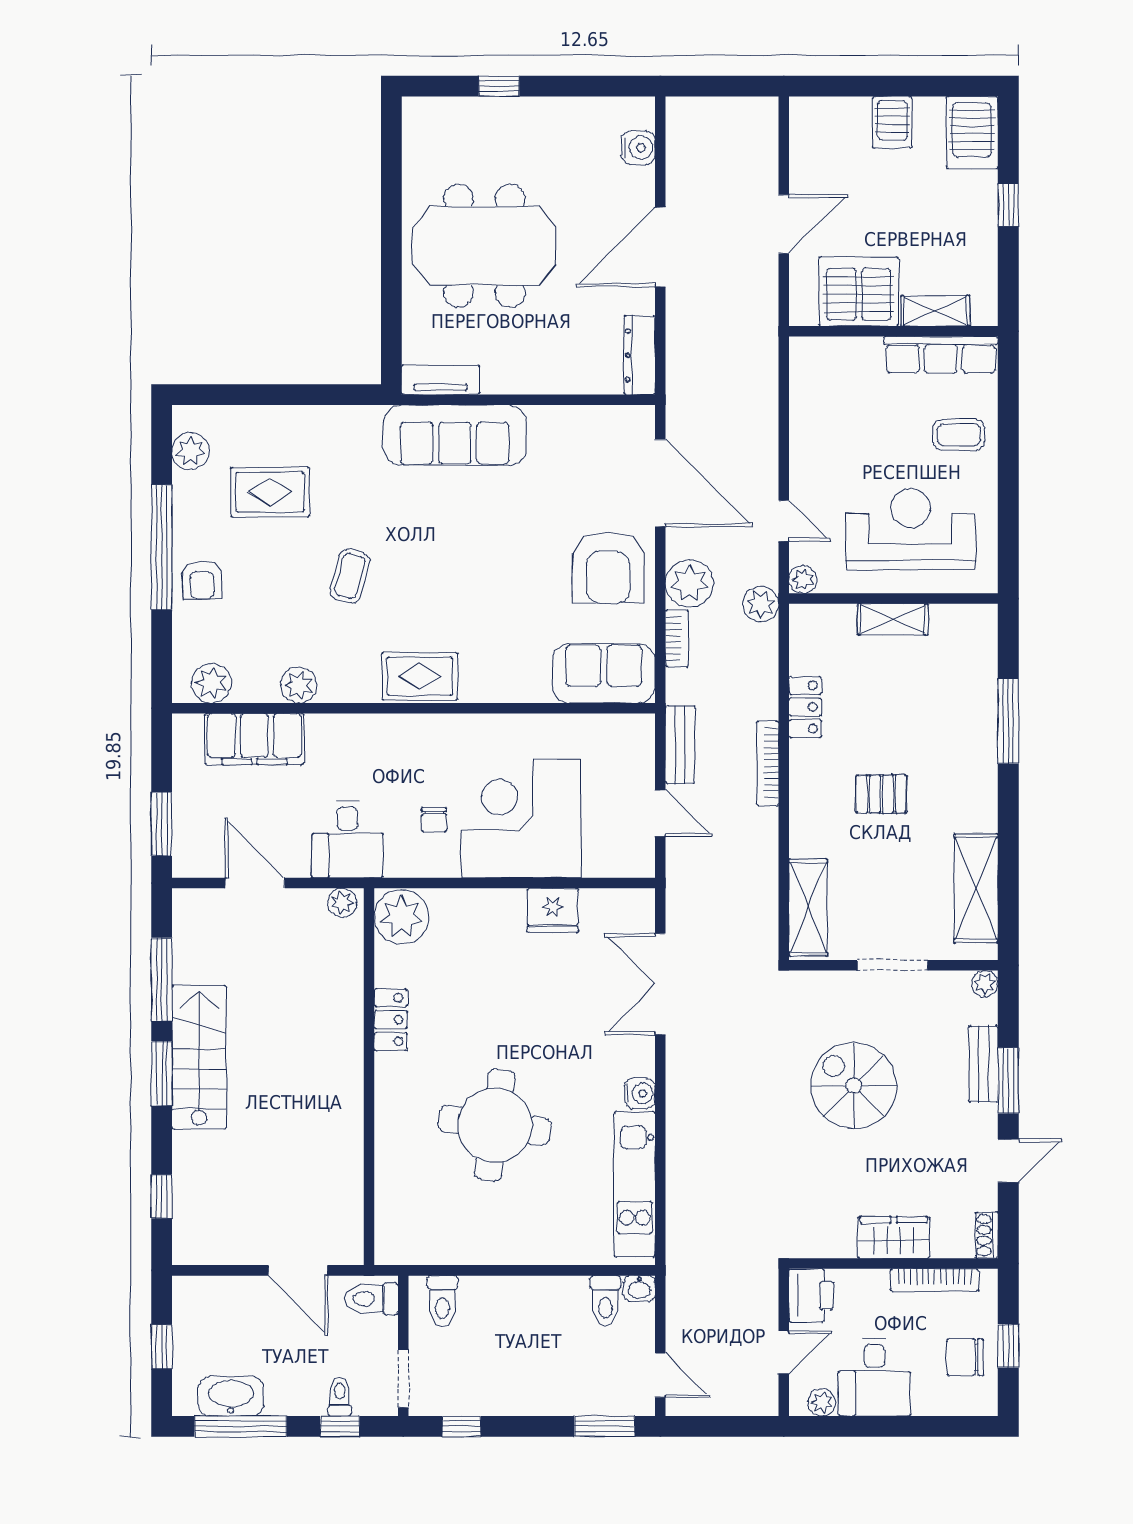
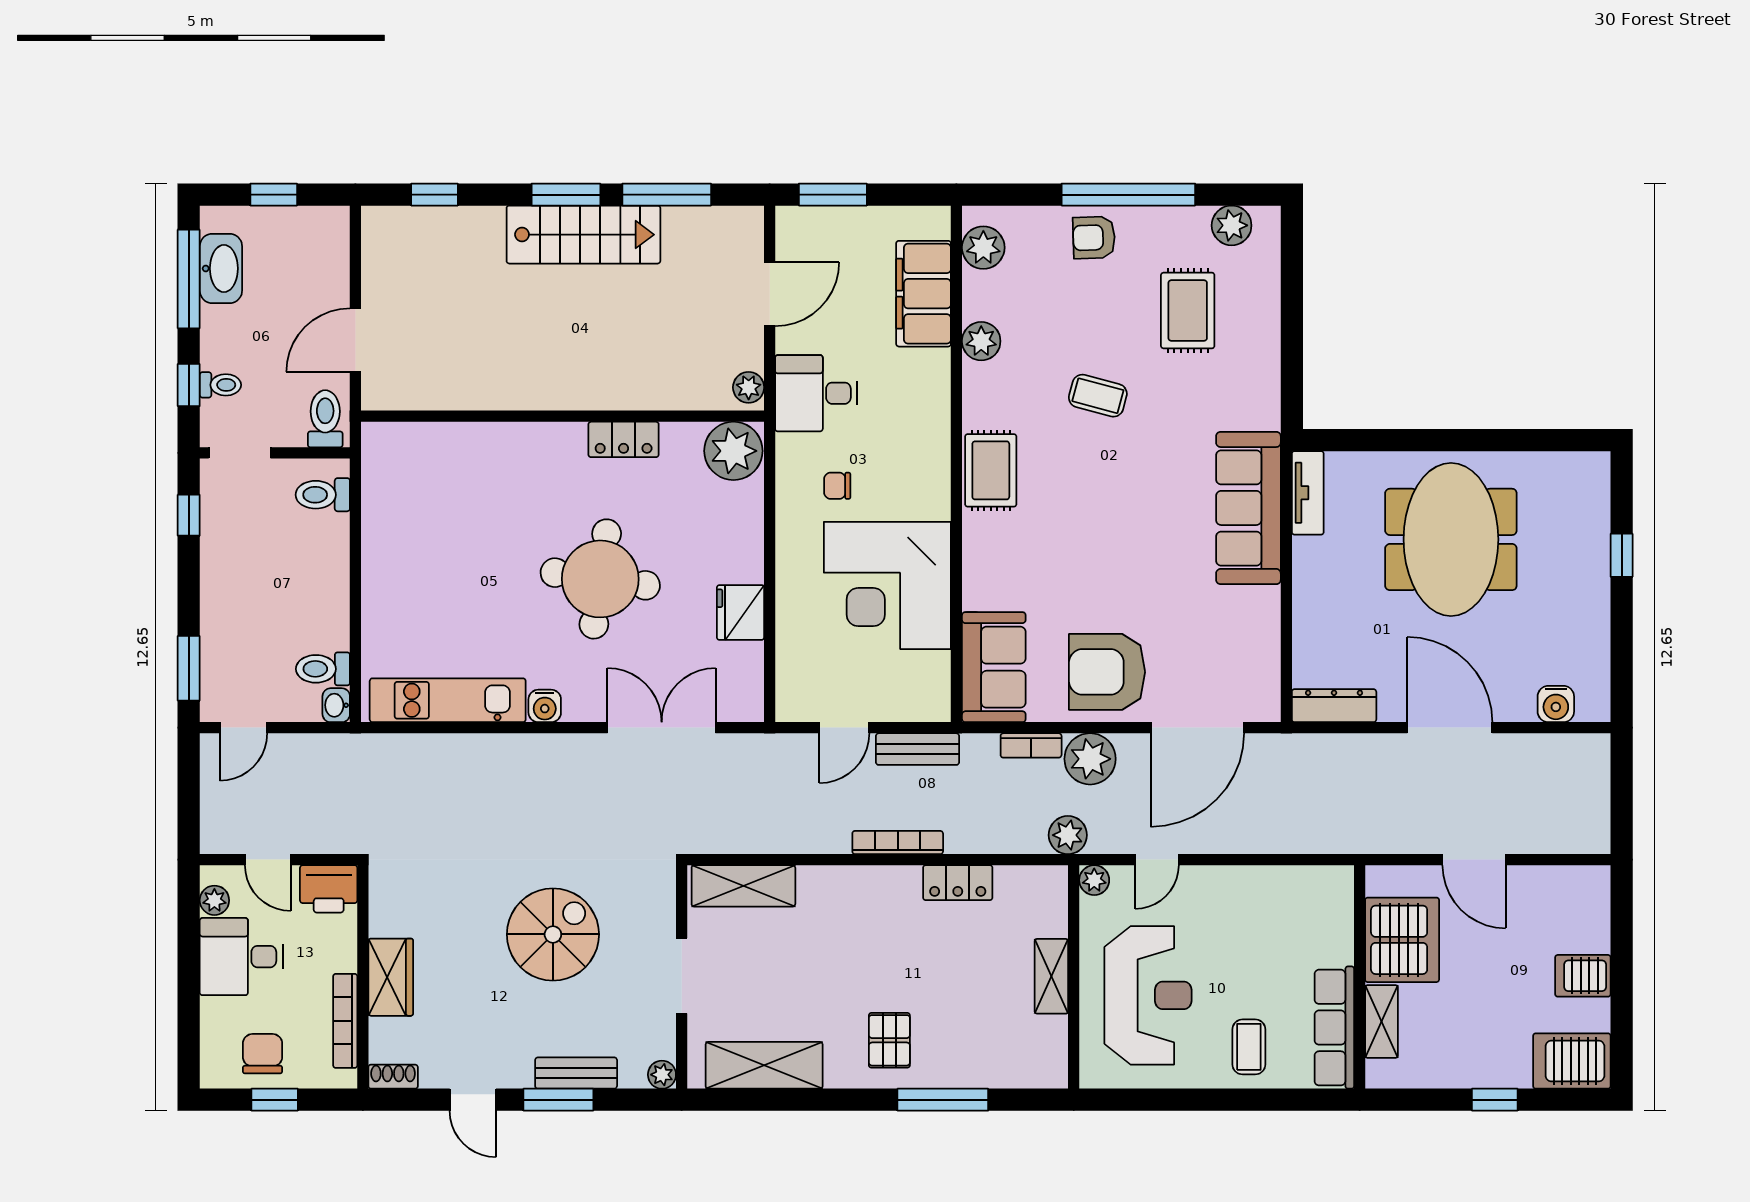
pallet: (881, 794) -> (889, 1040), moved
corner desk: (521, 818) -> (887, 585), moved, turned 180
round table: (495, 1125) -> (600, 579), moved

